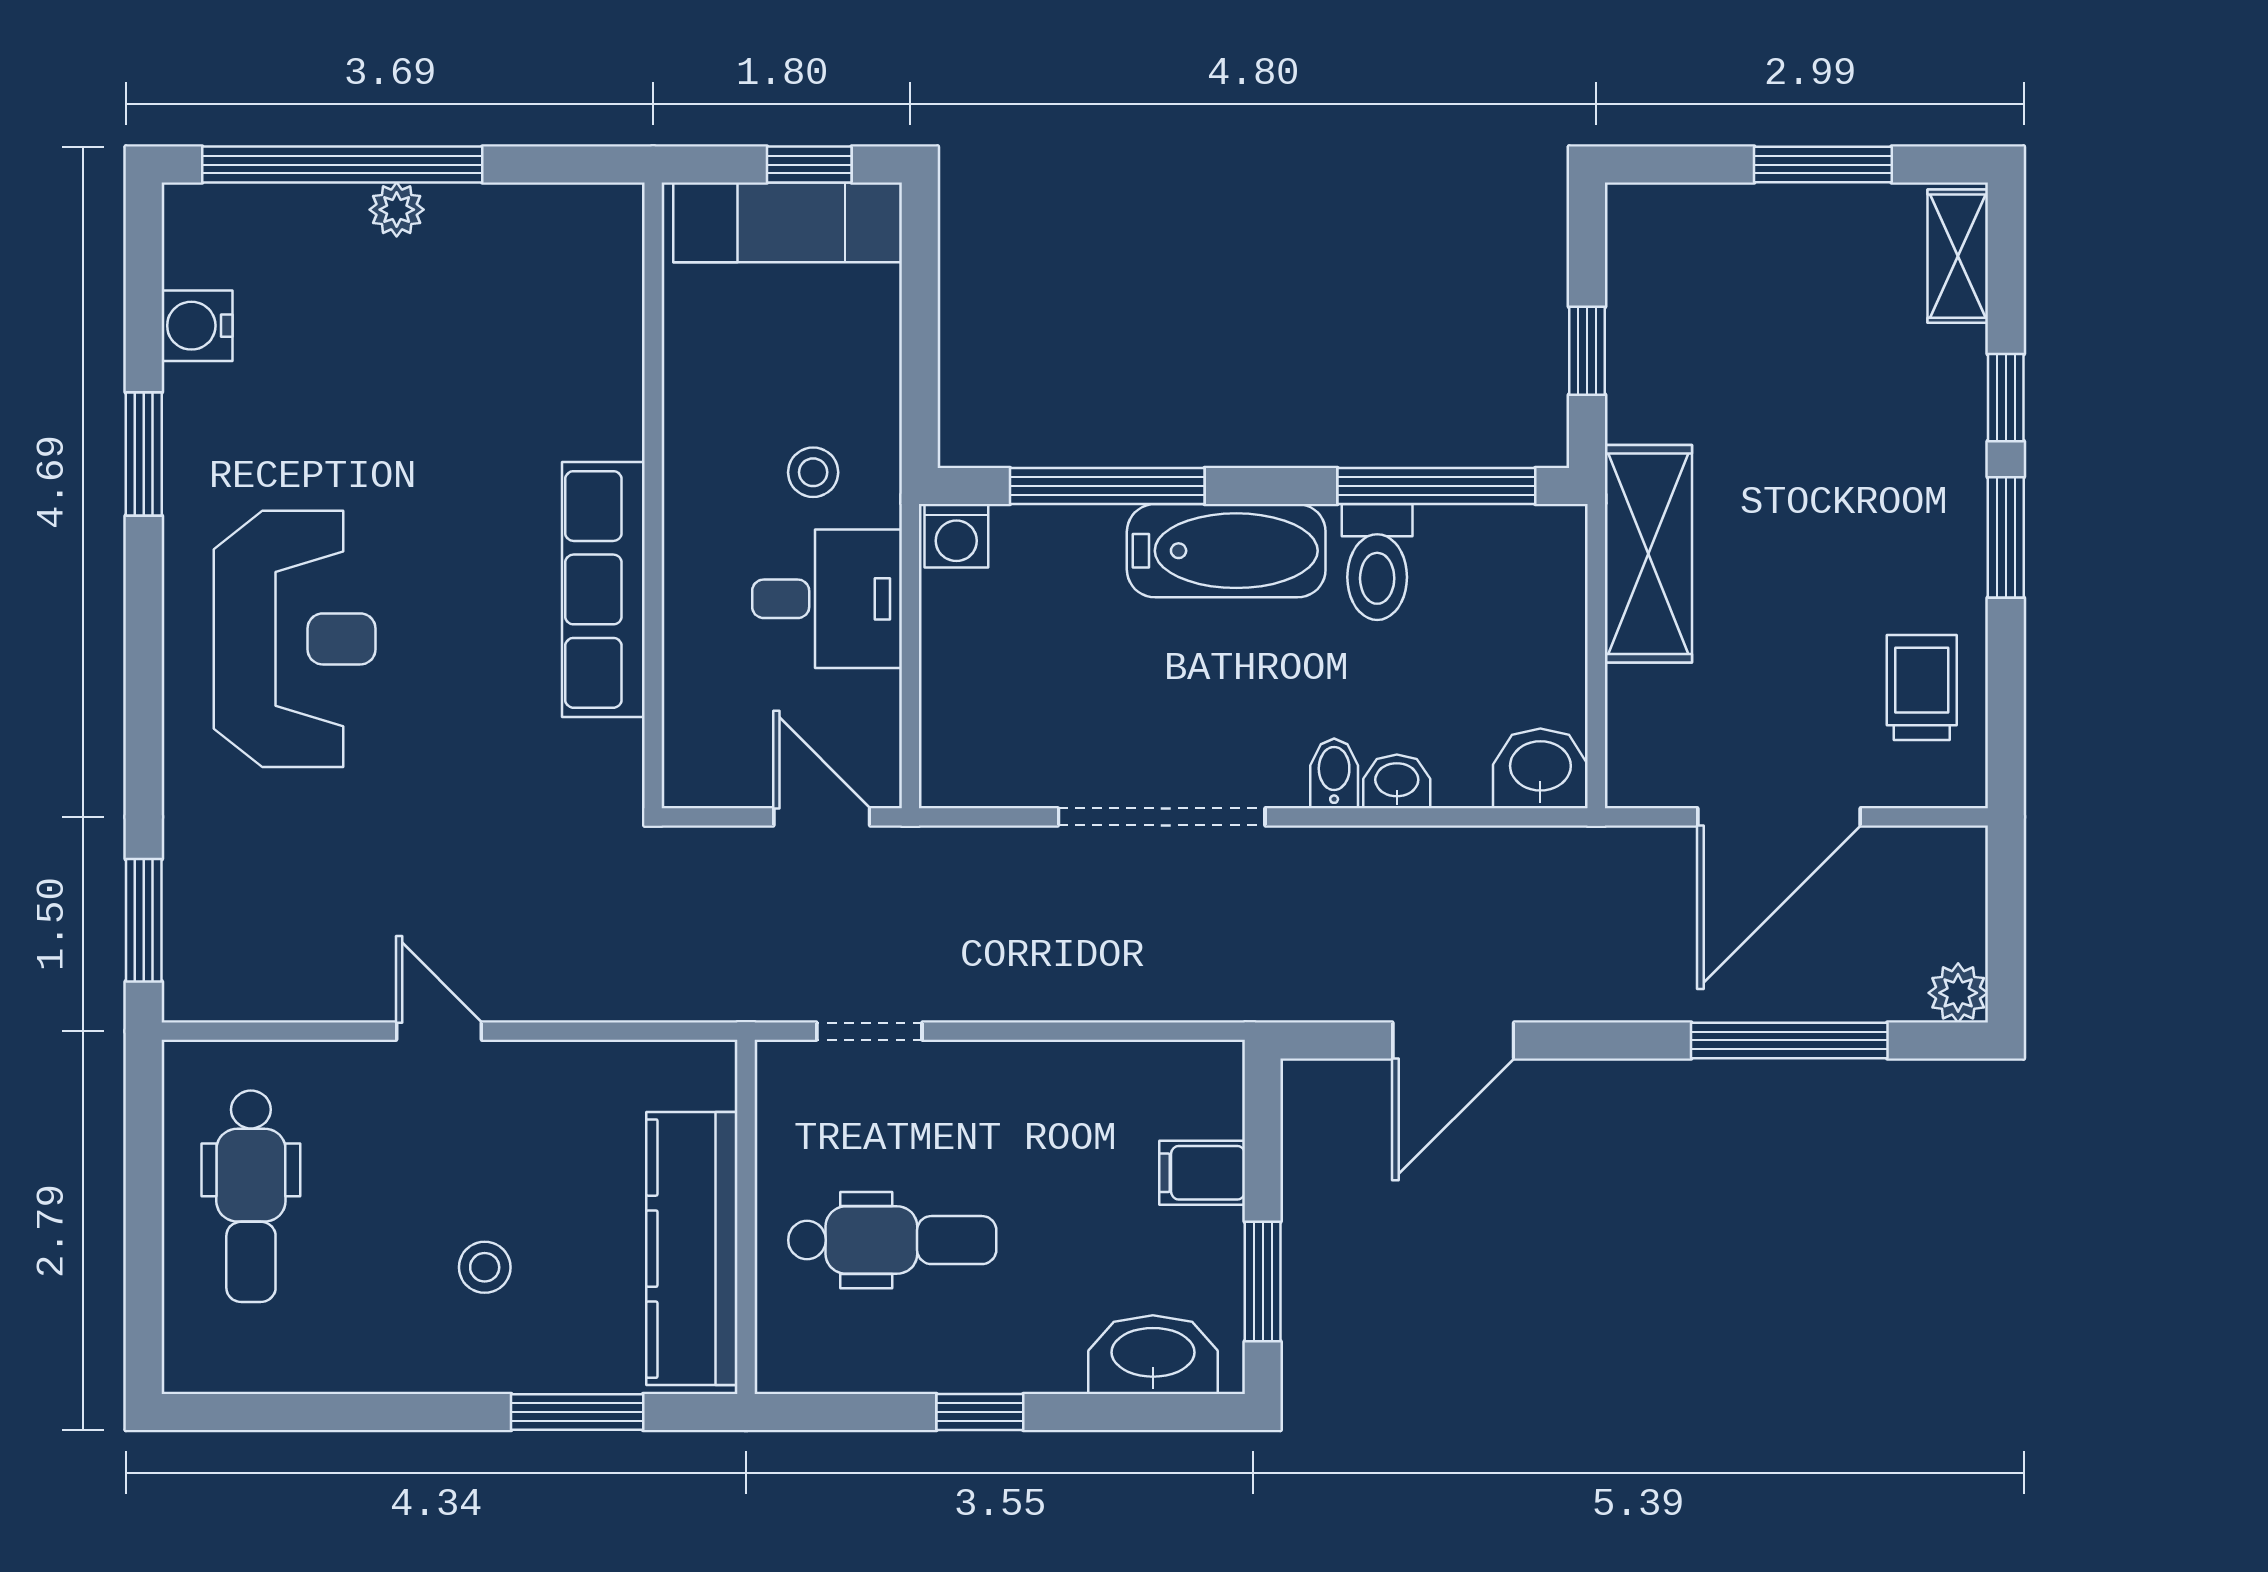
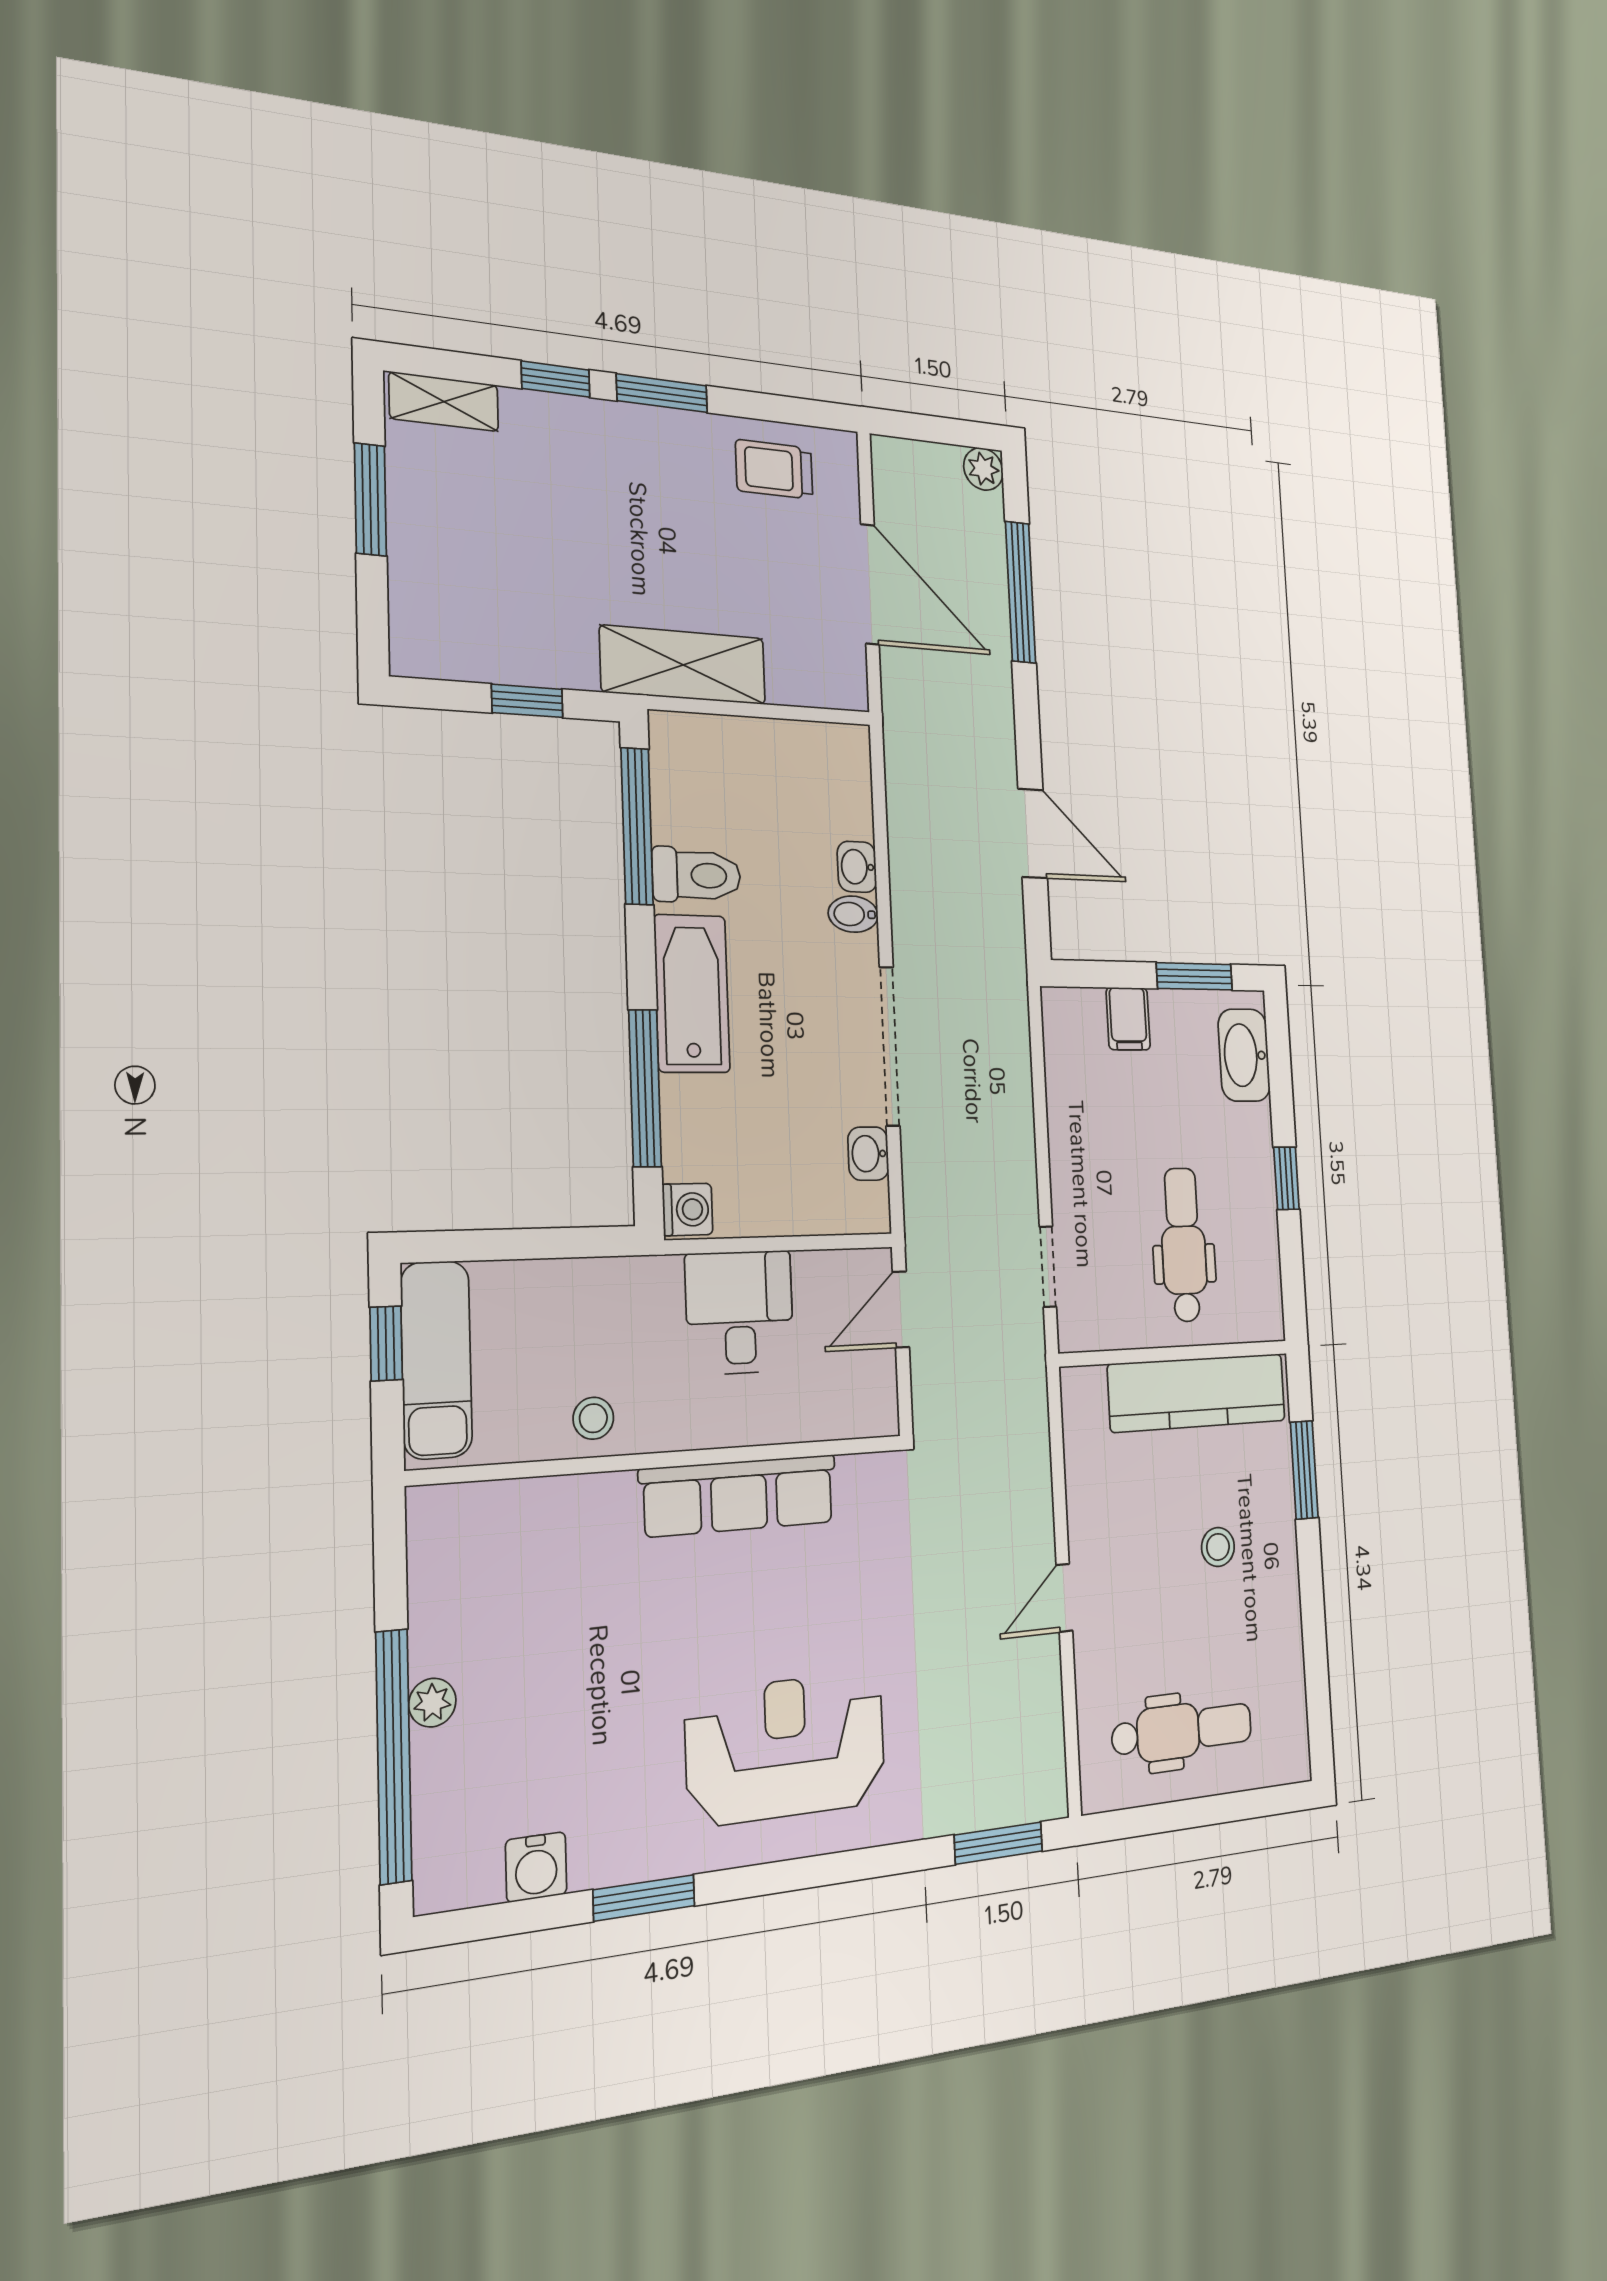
stool: (813, 472) -> (593, 1418), moved
washbasin: (1540, 768) -> (868, 1154), moved, width x0.72, depth x0.69

